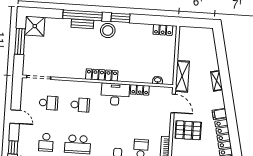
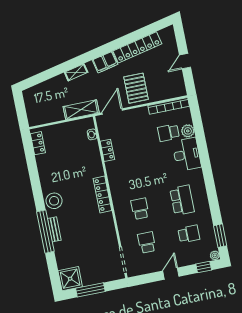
window: (121, 18) -> (37, 191), removed
desk: (115, 94) -> (119, 175), removed
filing cabinet: (219, 114) -> (105, 62), width x2.00

